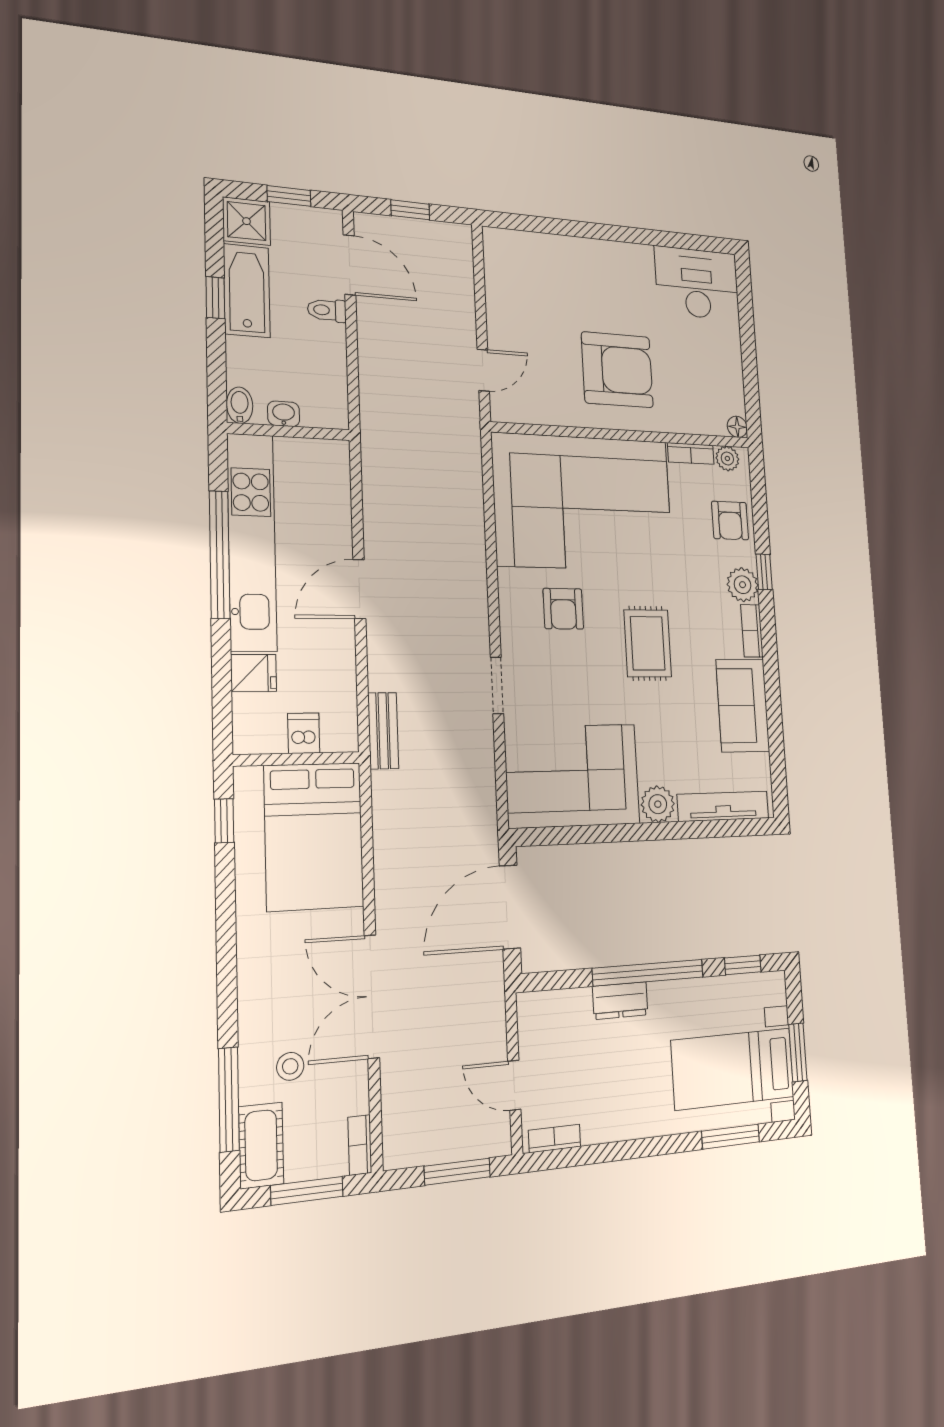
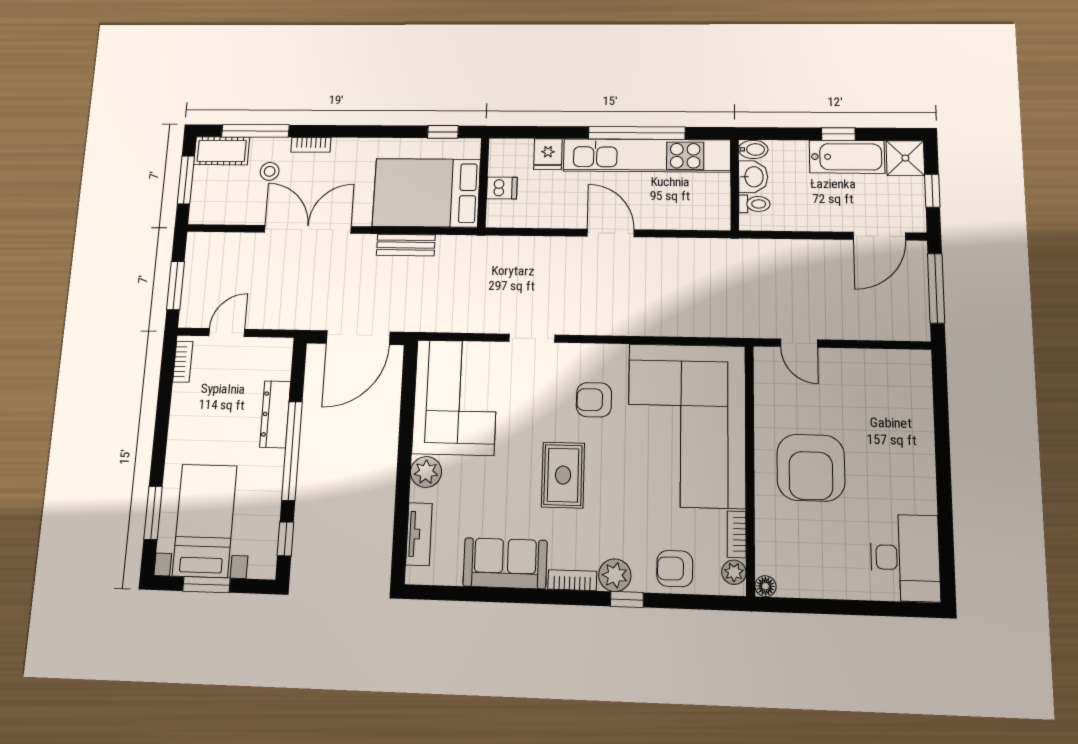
window: (410, 210) -> (936, 288), width x2.17
toilet: (327, 310) -> (754, 204), moved, turned 90
washbasin: (284, 414) -> (753, 177), width x1.38, depth x1.45
rug: (648, 643) -> (563, 475), turned 90
bench: (383, 731) -> (406, 245), moved
tv unit: (723, 806) -> (419, 534), width x0.71
door: (510, 907) -> (358, 338), swing flipped
dresser: (620, 1001) -> (275, 414), width x1.44
bookcase: (360, 1145) -> (311, 145), moved, turned 180

